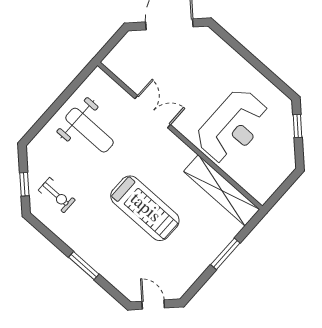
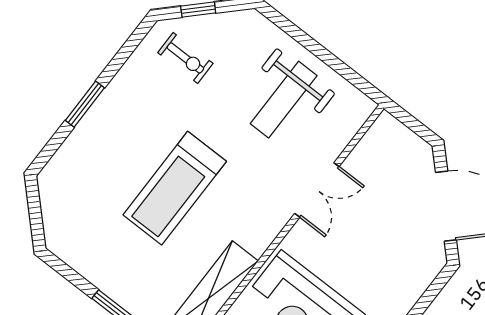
exercise bike: (57, 195) -> (185, 58), turned -90
door: (153, 305) -> (35, 210), removed

